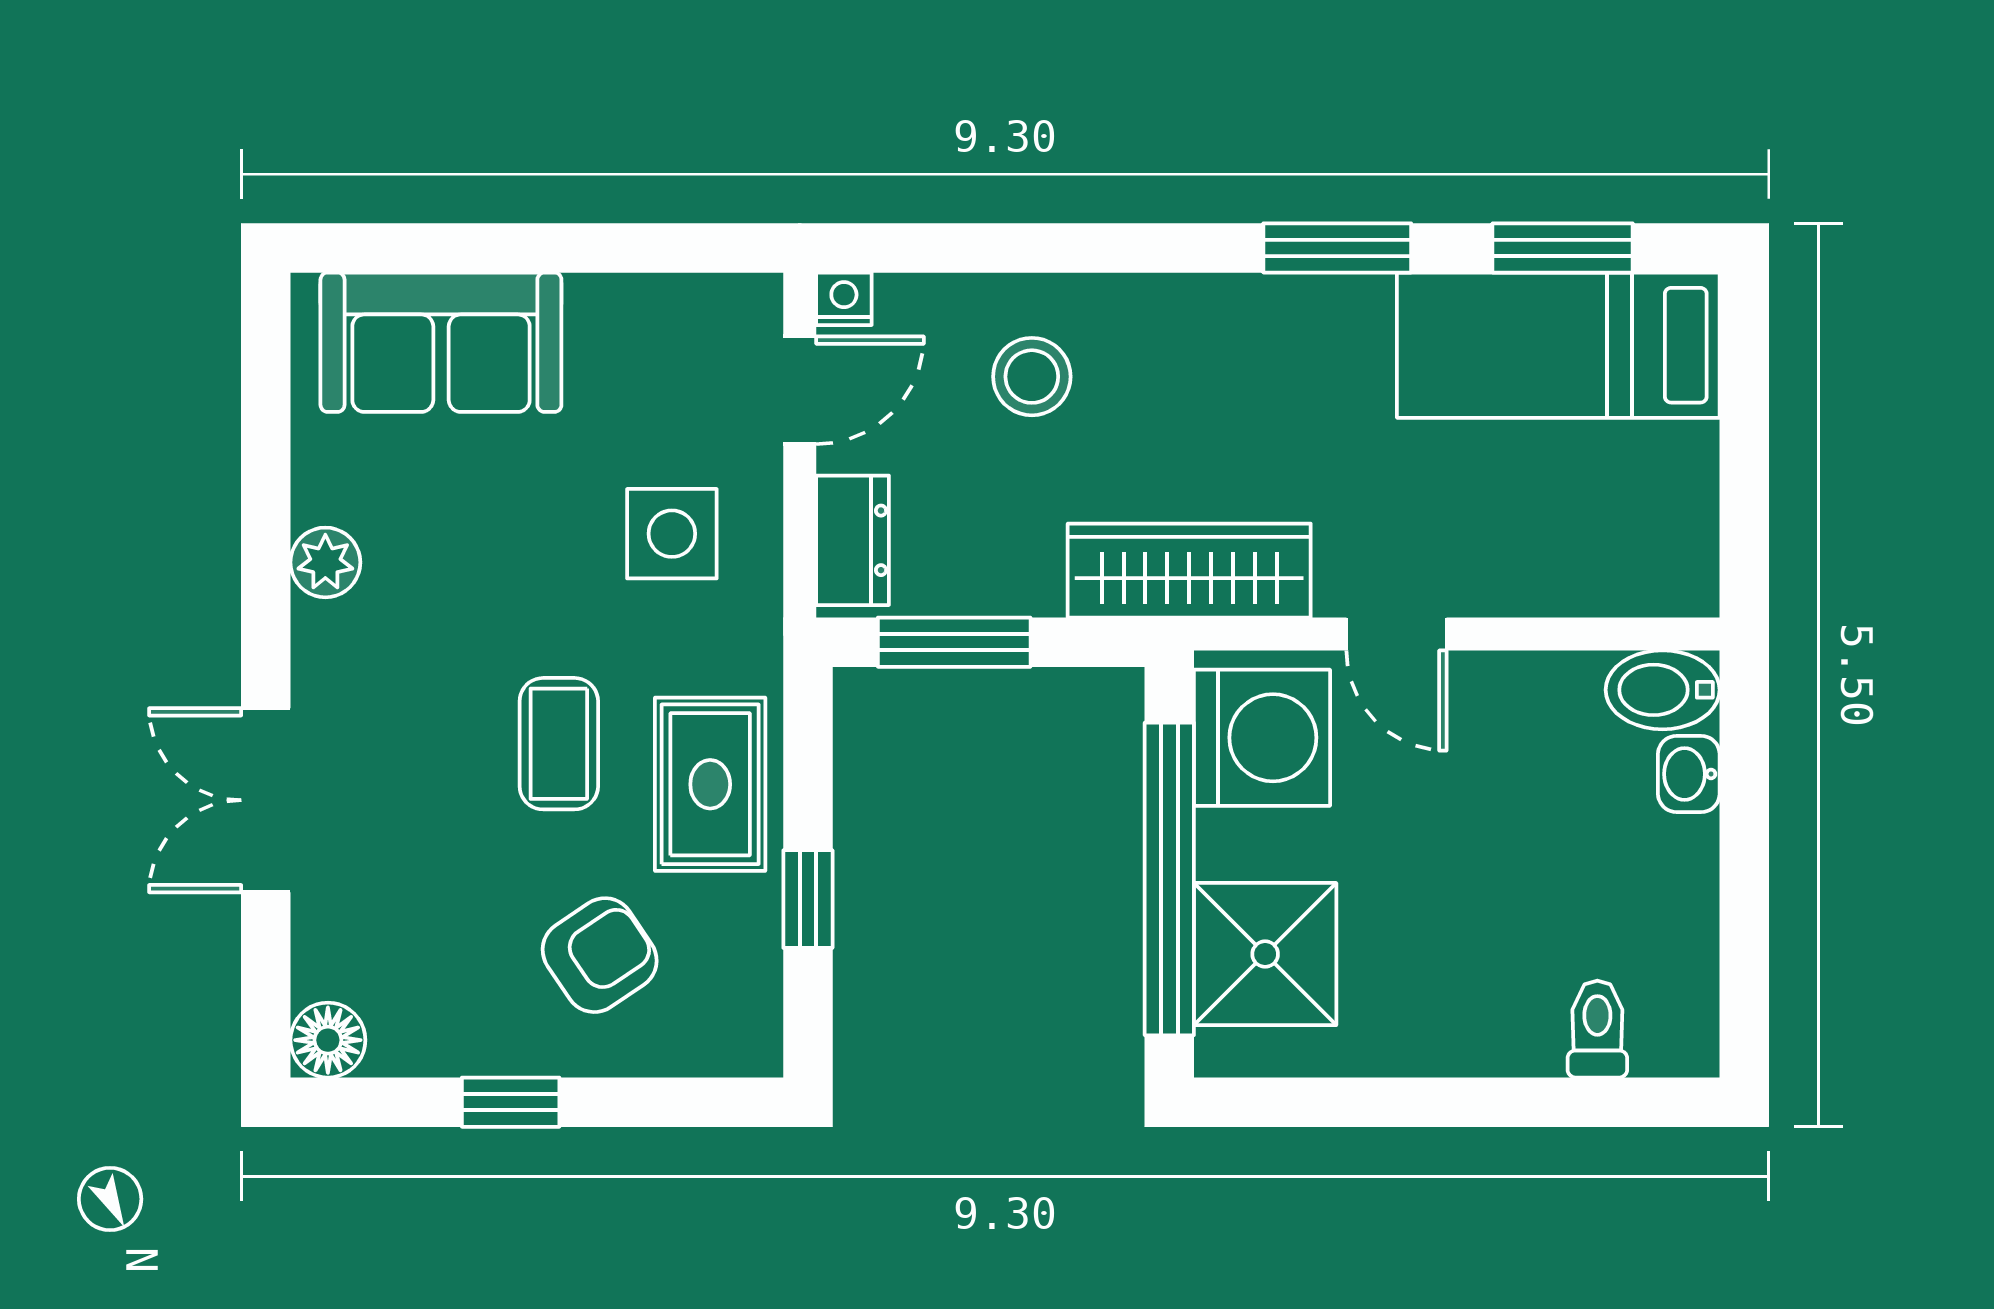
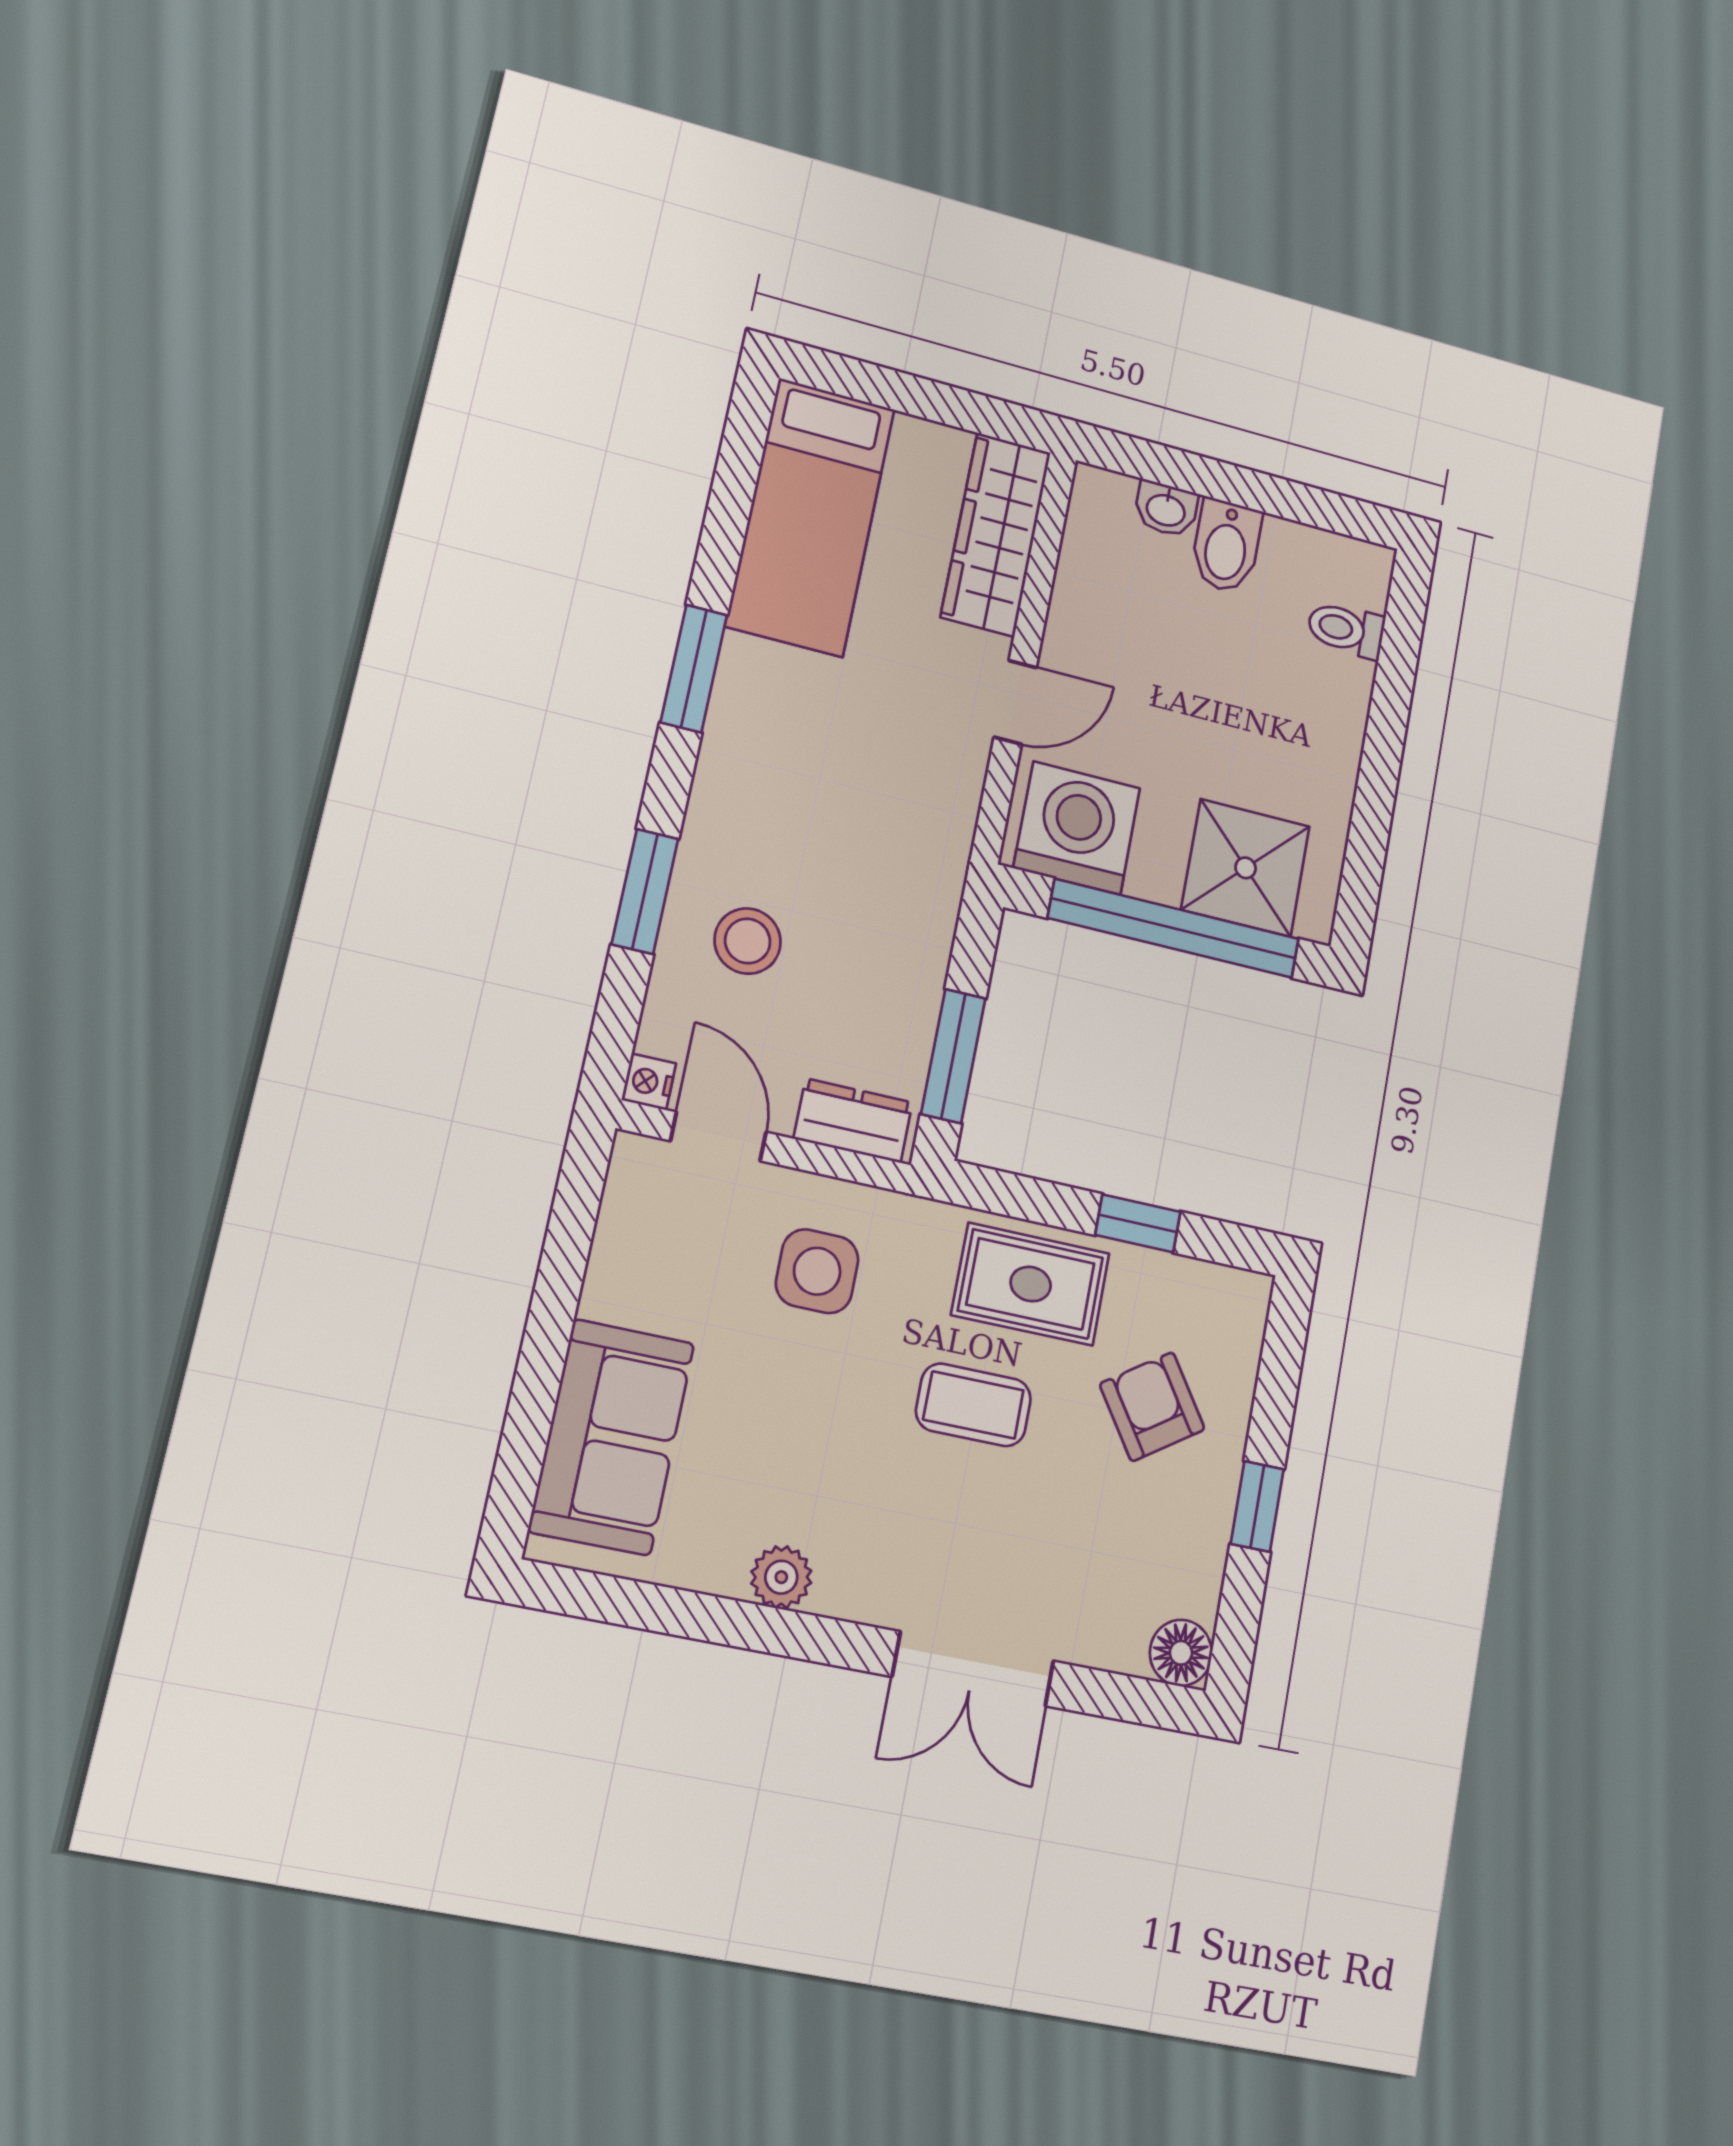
window: (1563, 248) -> (645, 891), moved
wardrobe: (1189, 571) -> (996, 534), moved
bidet: (1663, 690) -> (1226, 546), moved

